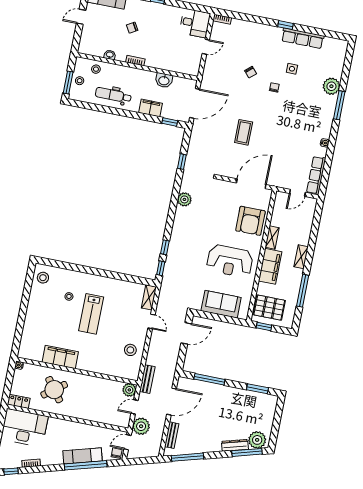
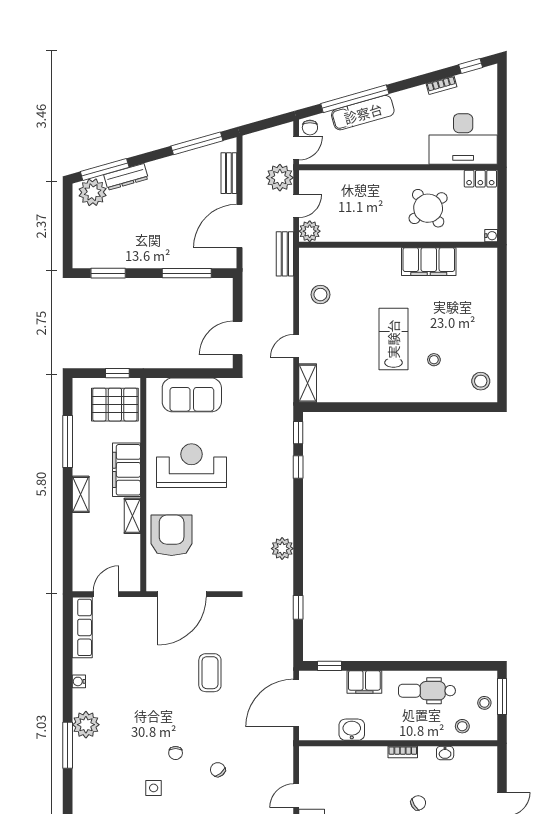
plant: (331, 86) -> (86, 725), moved
dental chair: (113, 95) -> (427, 691), turned 180
door: (151, 321) -> (296, 346), hinge flipped

